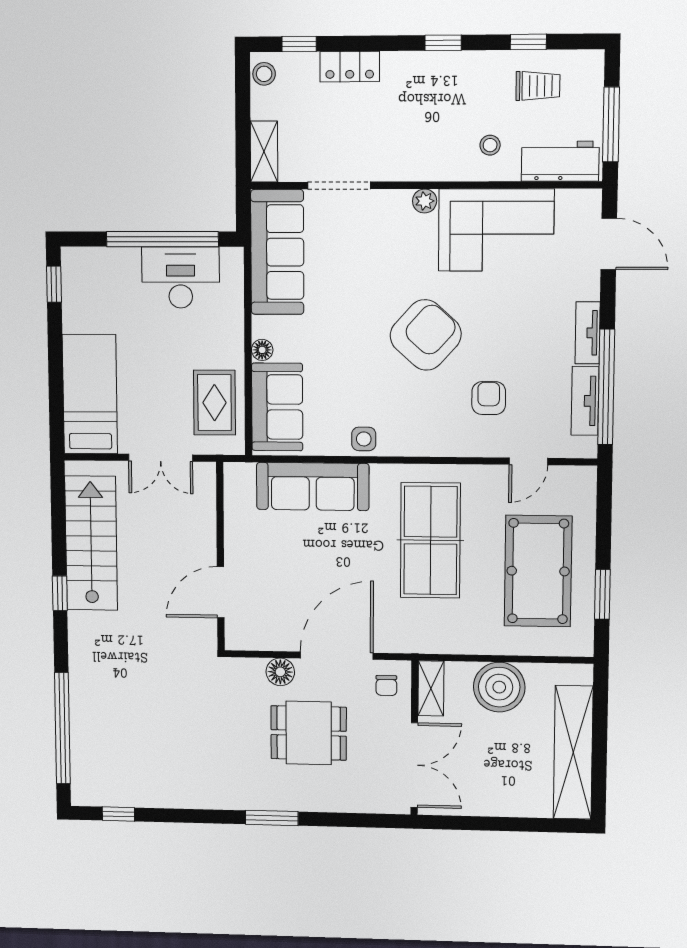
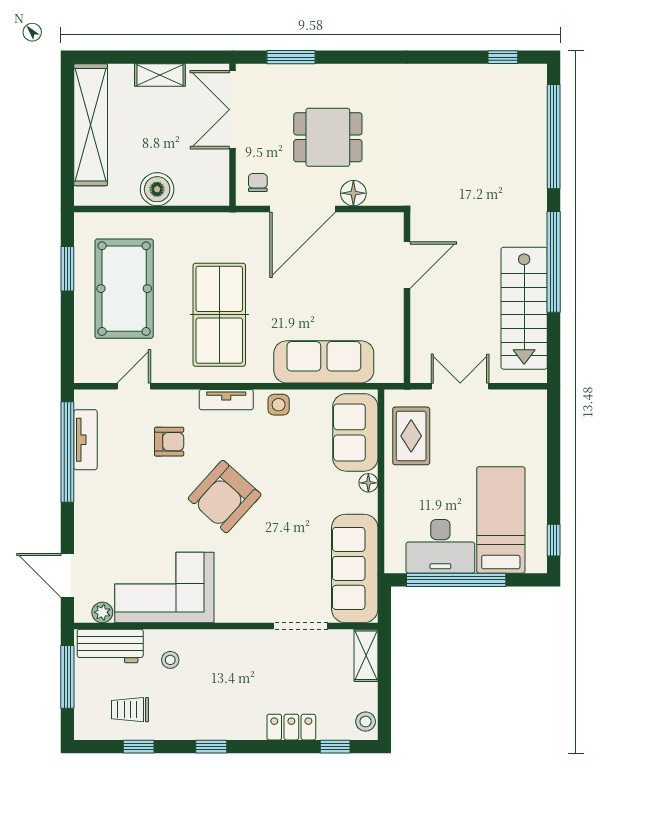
plant: (425, 201) -> (102, 612), moved
tv unit: (588, 333) -> (226, 400), moved, turned 90
bed: (90, 394) -> (501, 520), moved, turned 180
armchair: (489, 398) -> (169, 442), turned -90
window: (60, 593) -> (554, 262), width x3.17
boiler: (499, 687) -> (157, 189), width x0.73, depth x0.73
shelving: (431, 688) -> (160, 75), moved, turned 90
window: (272, 818) -> (291, 57), moved

